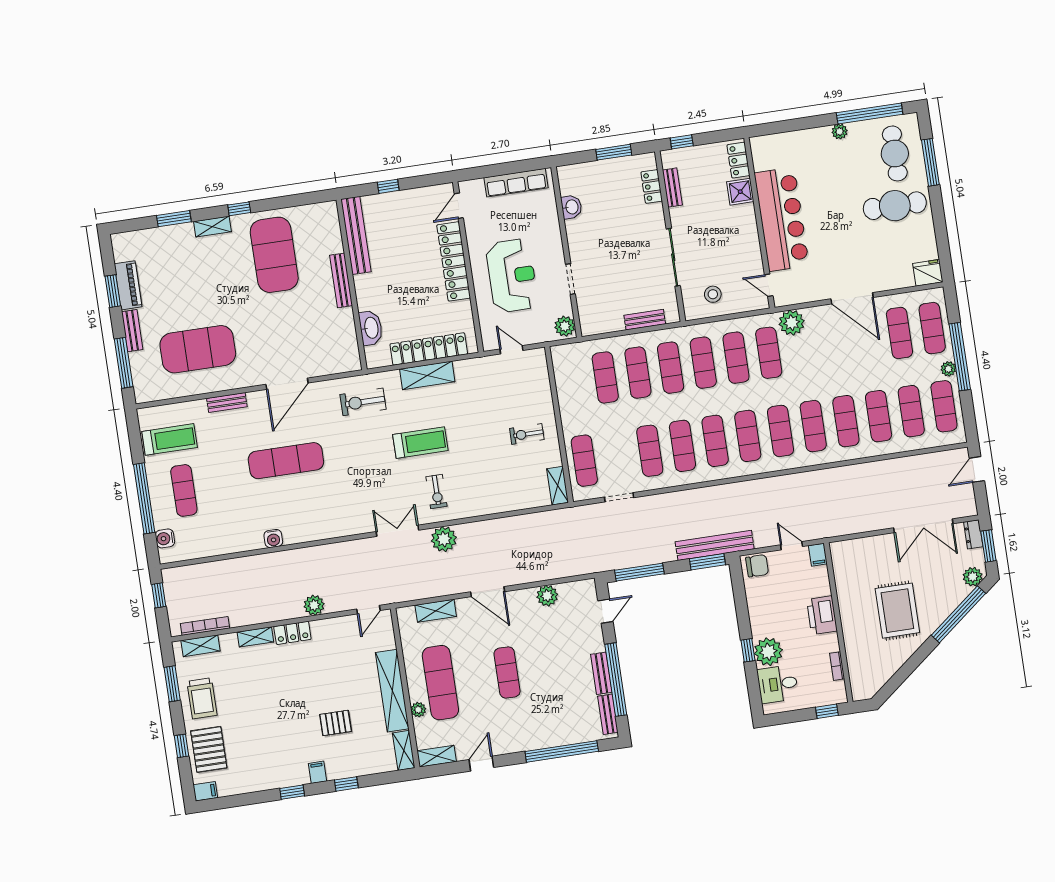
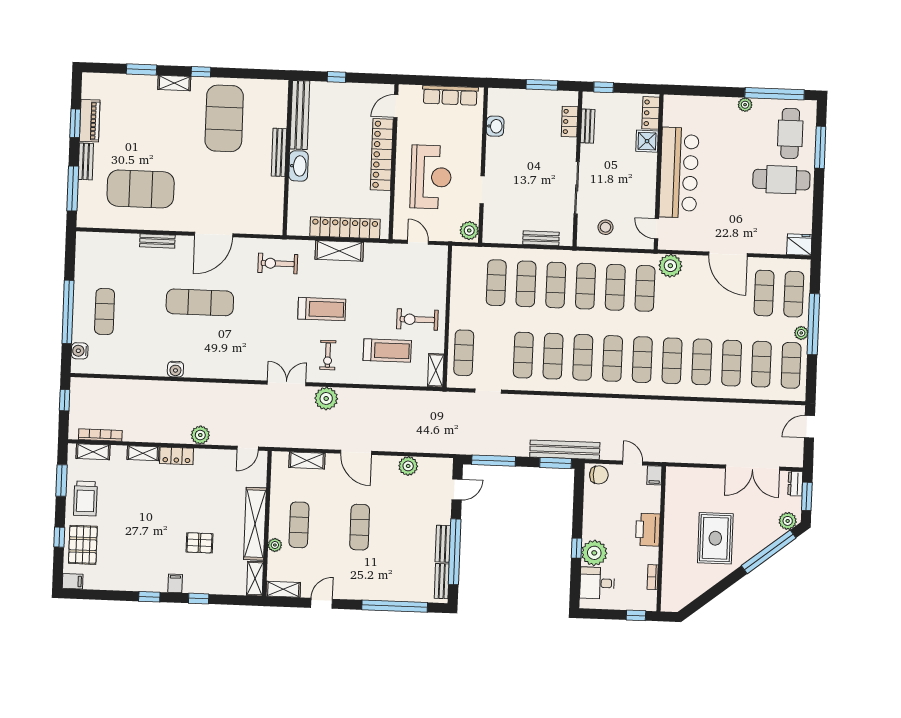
washbasin: (371, 328) -> (299, 166), moved
exercise bike: (527, 434) -> (417, 320), width x1.38, depth x1.39
treadmill: (170, 439) -> (387, 351), moved
exercise mat: (440, 683) -> (299, 525), width x0.73, depth x0.69

